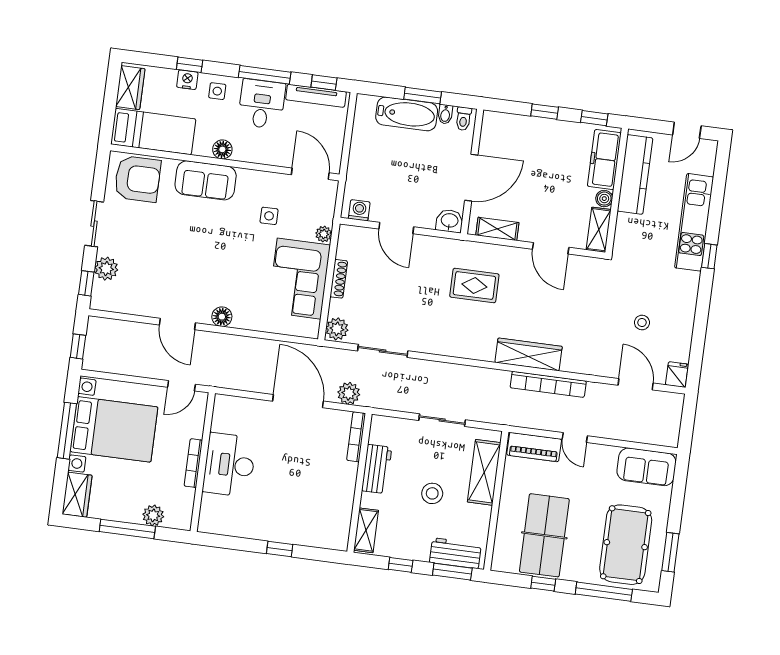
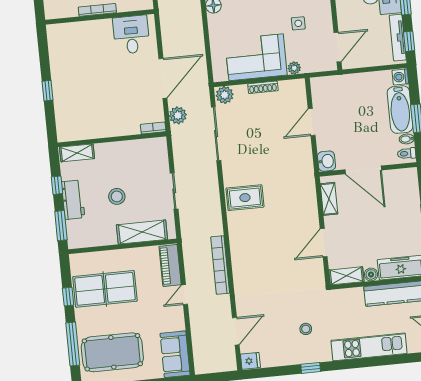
washing machine: (359, 210) -> (400, 77), moved, turned 180
window: (709, 256) -> (311, 368), moved
rug: (474, 286) -> (245, 198), moved, turned 90
stool: (642, 323) -> (306, 329), moved
sliding door: (383, 351) -> (216, 134), width x1.37
wardrobe: (529, 354) -> (239, 245), removed
bookcase: (356, 437) -> (153, 128), width x0.64
desk: (229, 465) -> (131, 35), moved, width x0.73
workbench: (377, 469) -> (125, 150), removed
workbench: (455, 553) -> (73, 200), moved

